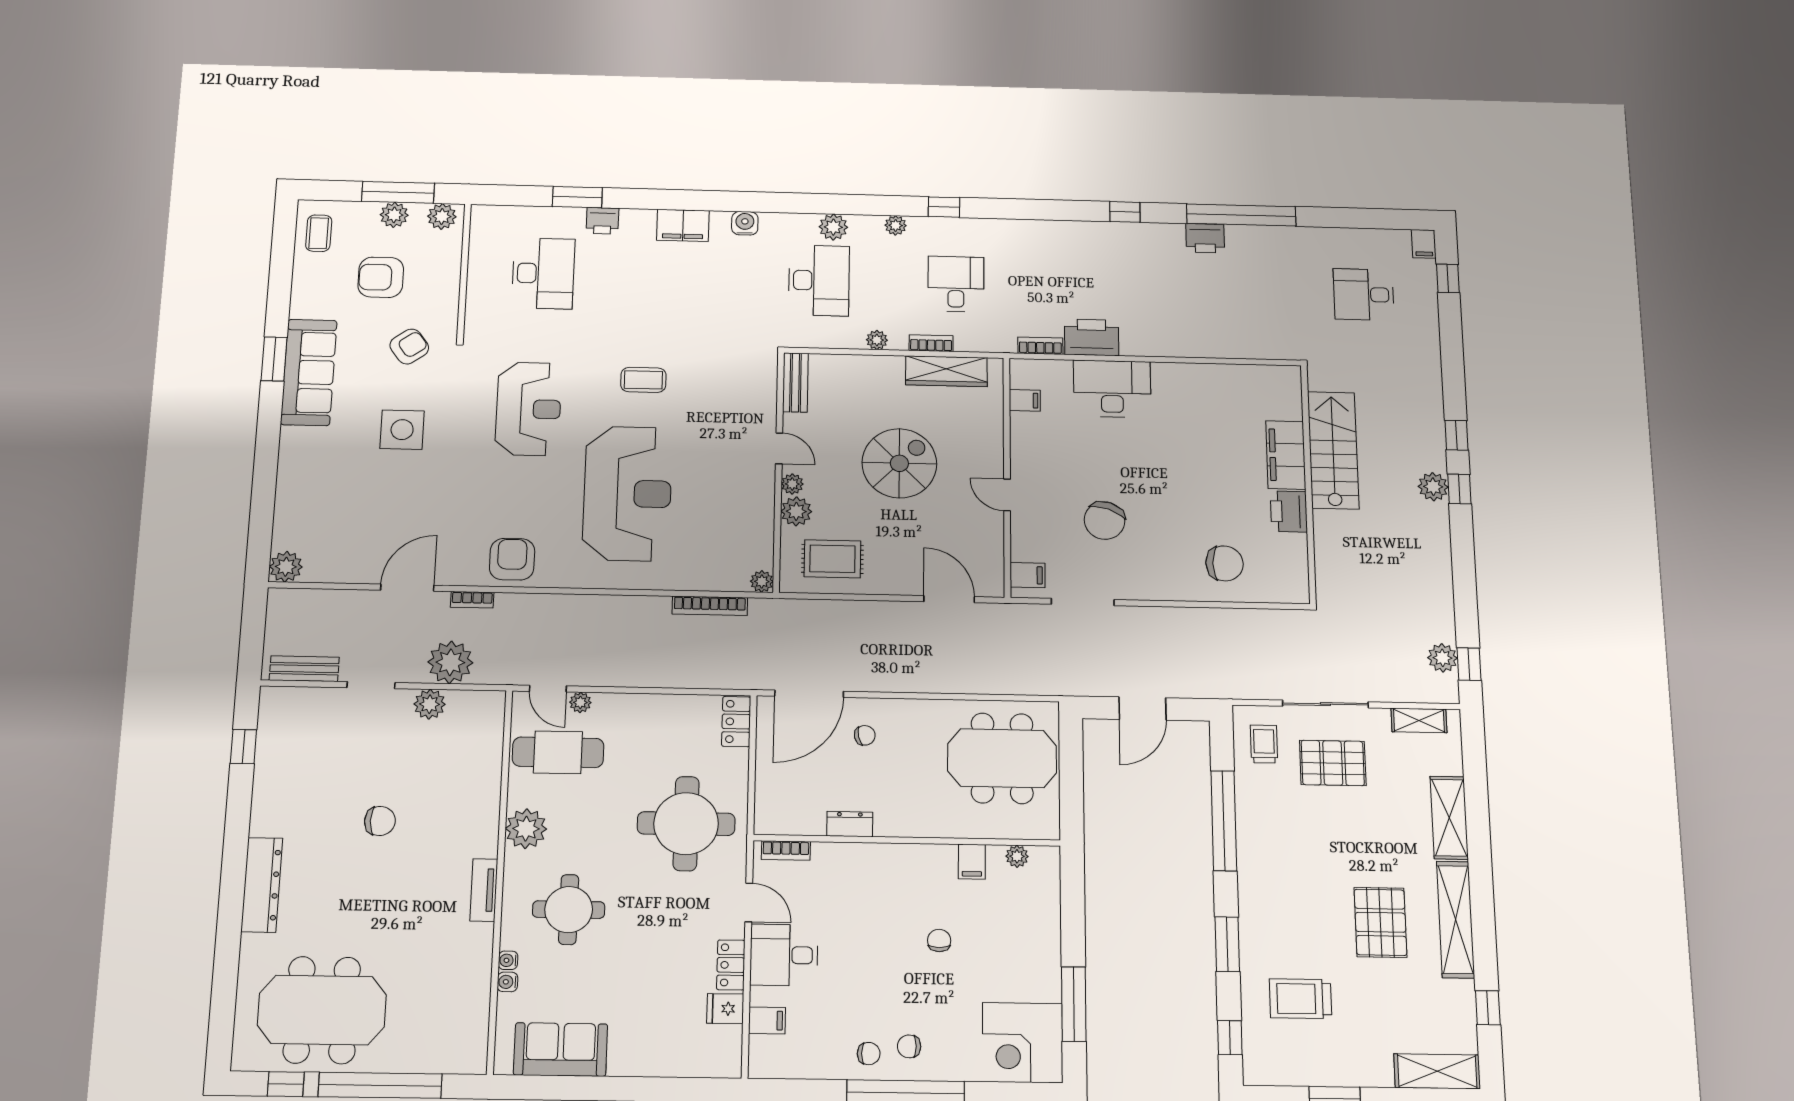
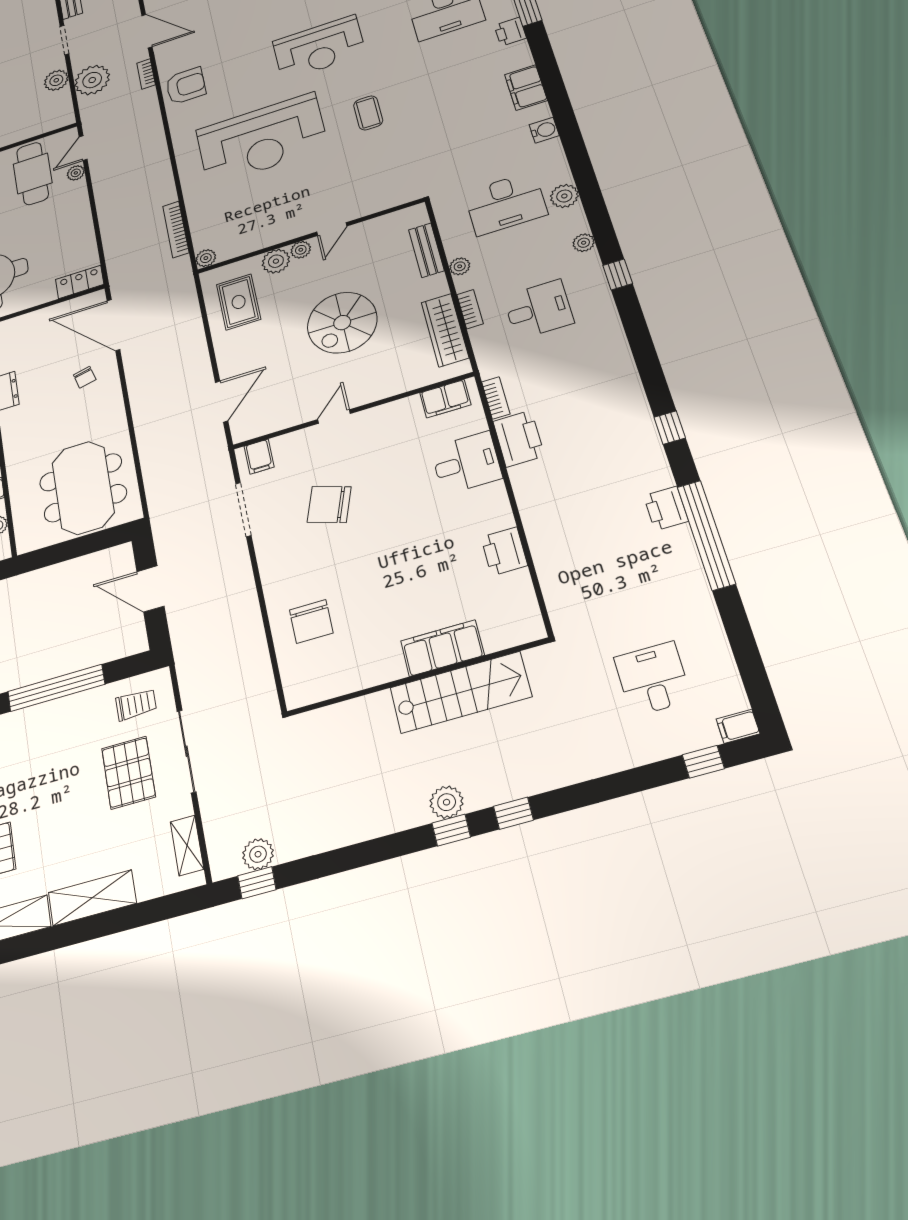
bench: (795, 382) -> (426, 250), moved, turned 90
desk: (1112, 389) -> (466, 463), width x0.73
filing cabinet: (1025, 400) -> (445, 399), width x2.00
spiral stairs: (899, 463) -> (342, 323), turned 90
printer: (1289, 512) -> (504, 551), moved, turned -90

